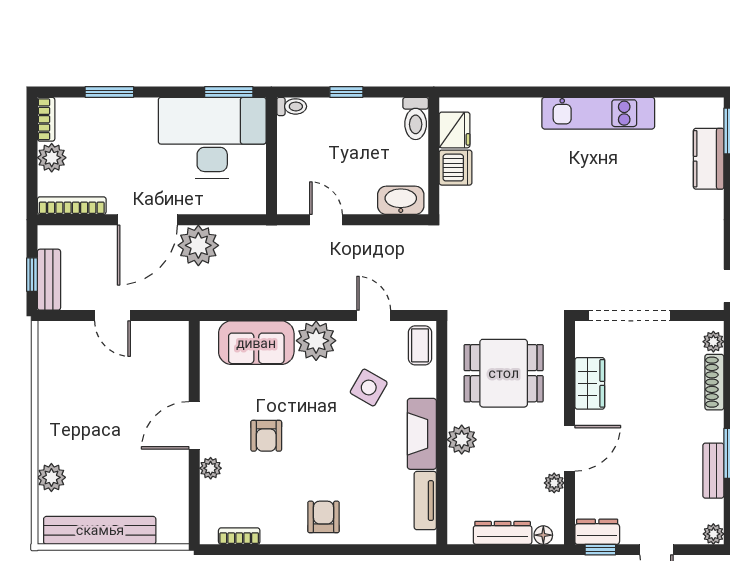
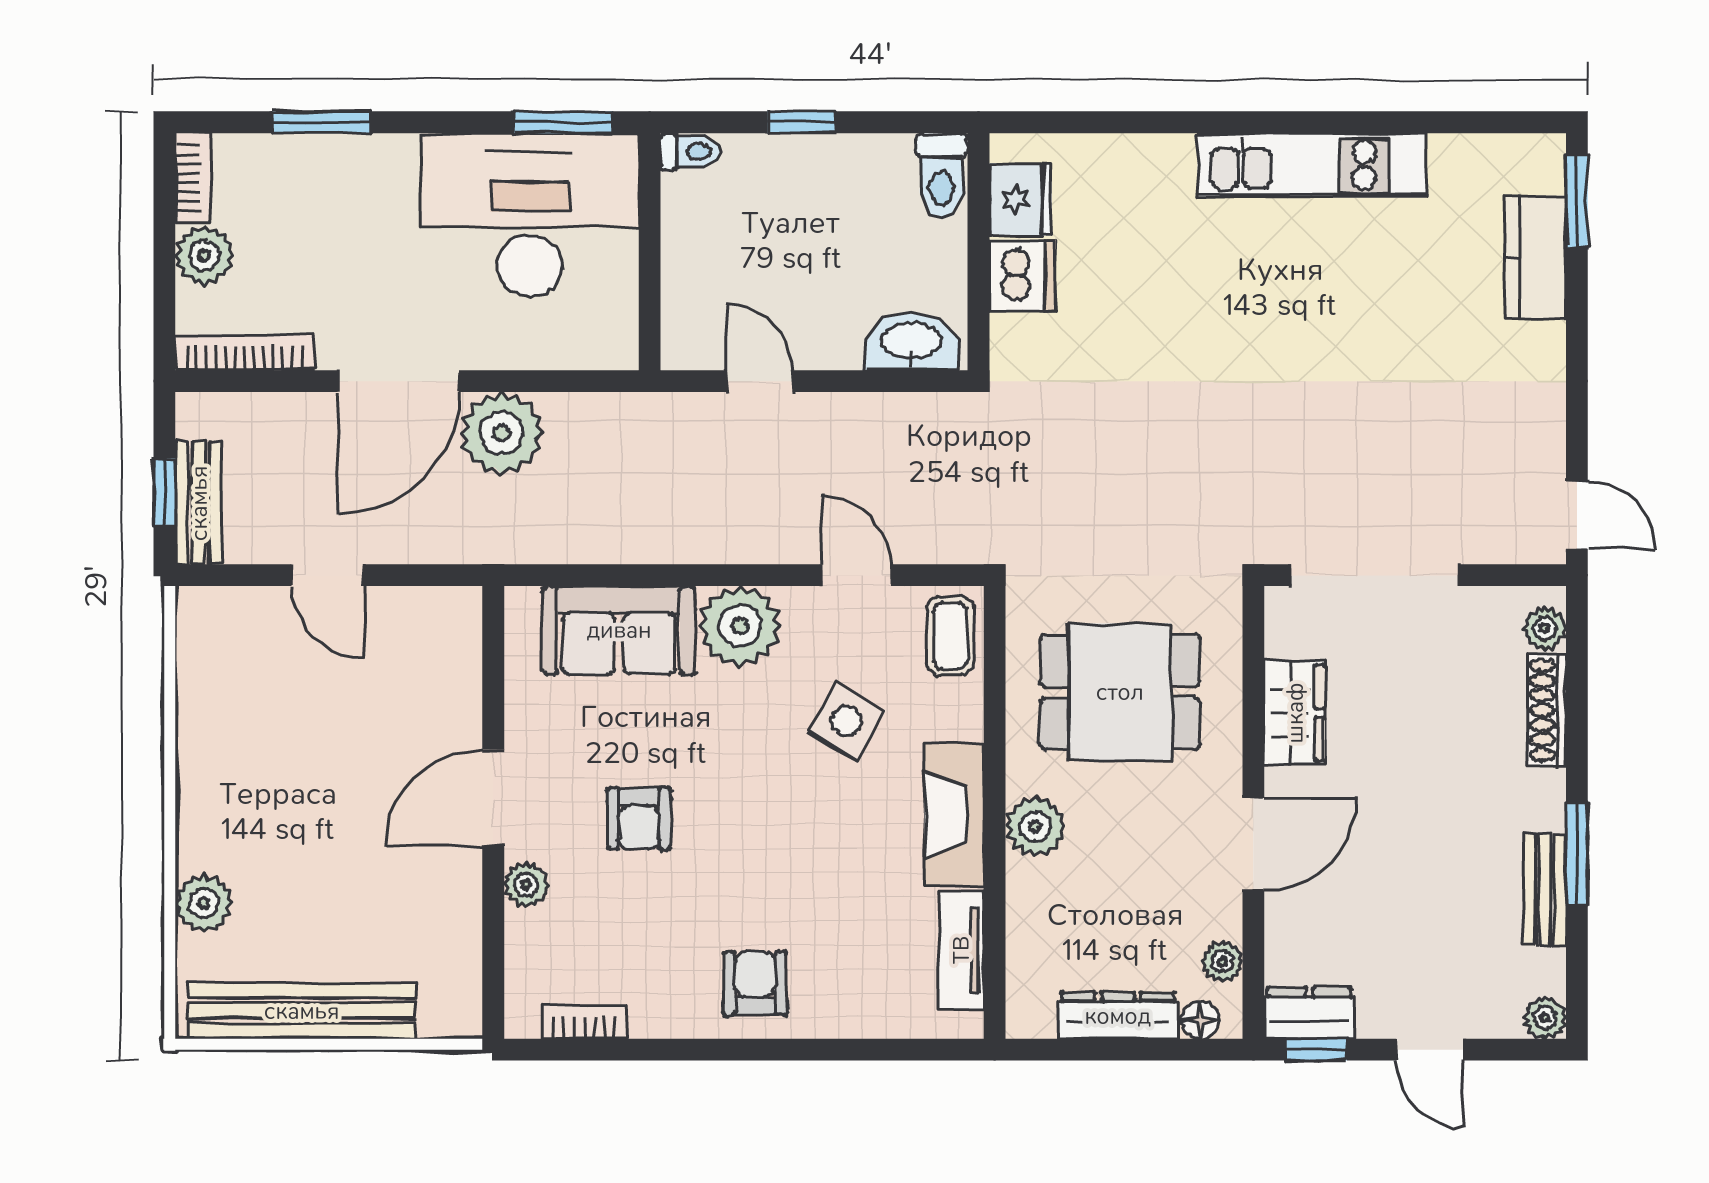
plant: (554, 483) -> (1222, 961), moved

